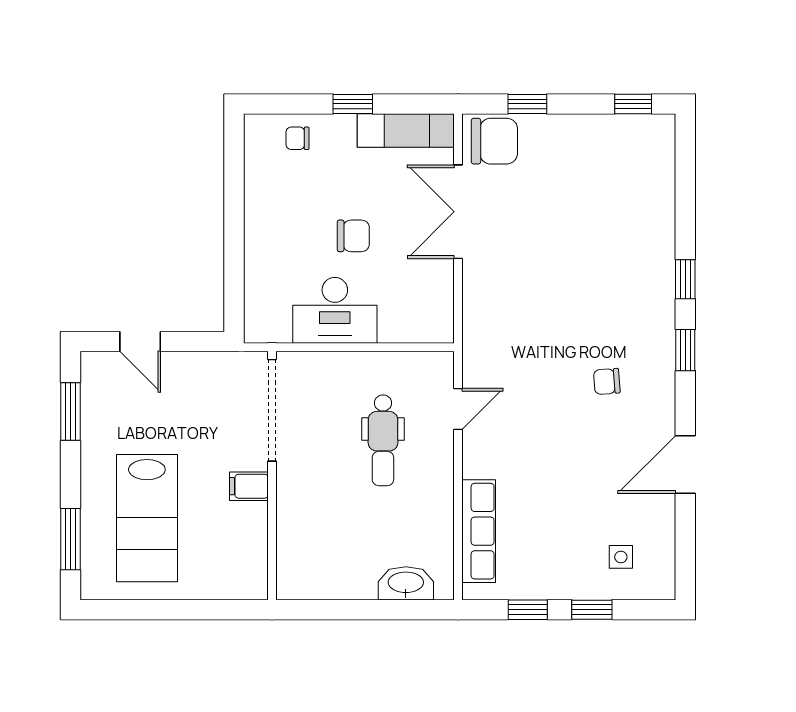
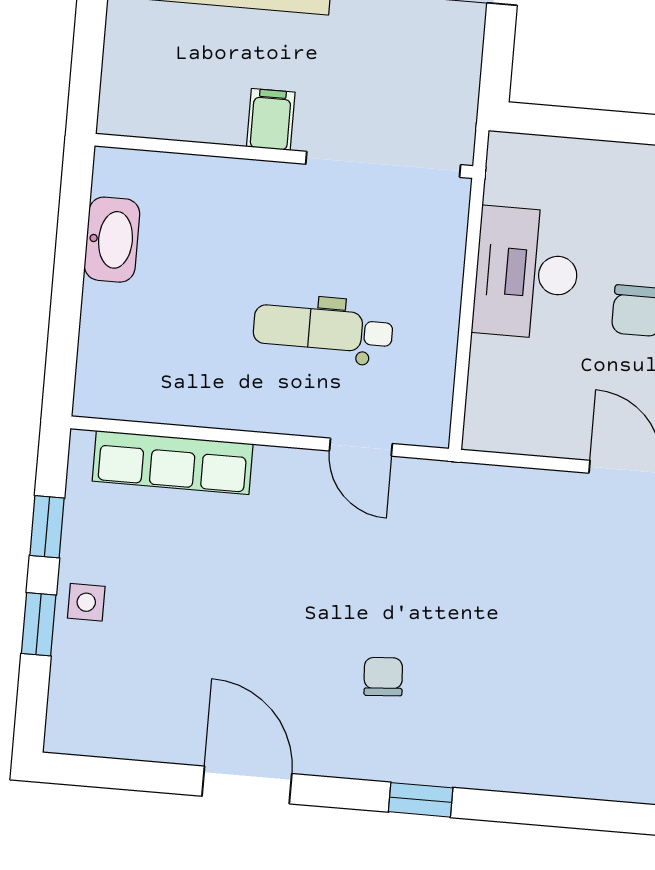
window: (685, 279) -> (528, 809), removed
side table: (621, 557) -> (86, 602), moved
washbasin: (406, 583) -> (112, 240), moved

